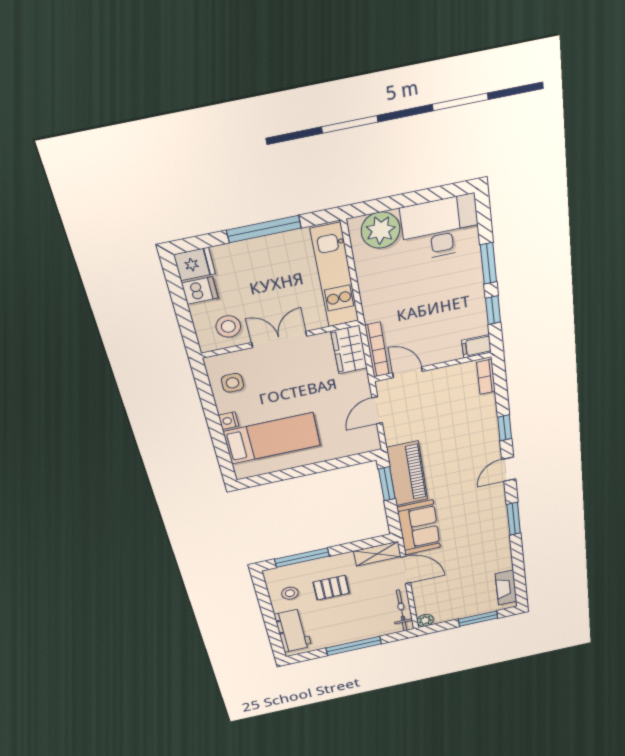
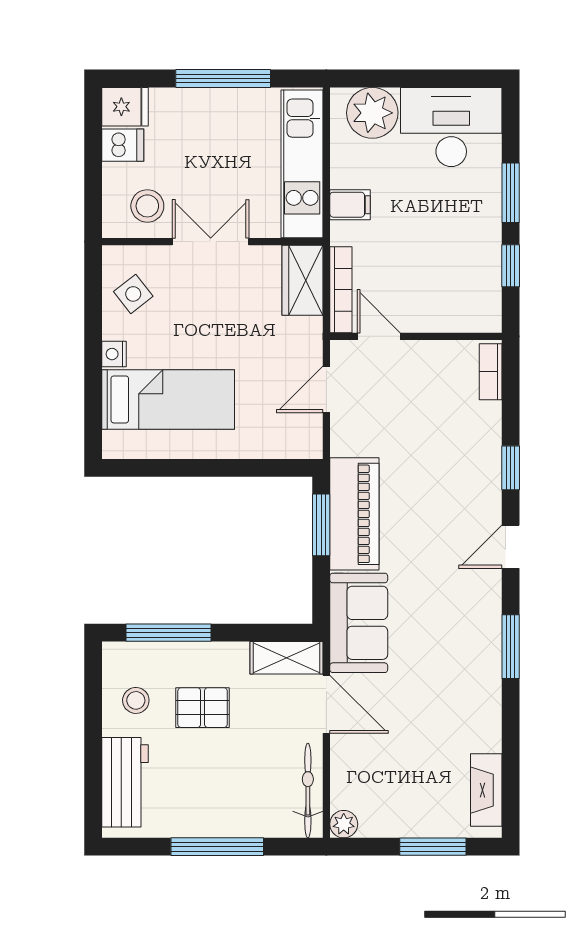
filing cabinet: (476, 346) -> (350, 205), moved, turned 180
side table: (232, 383) -> (133, 294), turned -38

